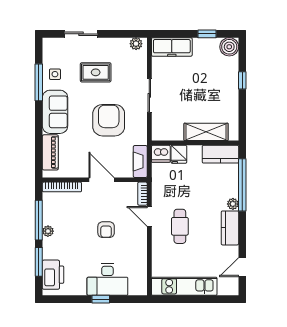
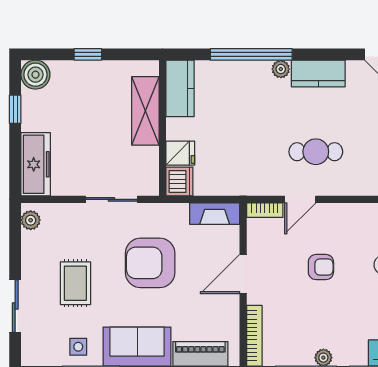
shelving: (206, 132) -> (145, 111), moved
wall: (195, 143) -> (163, 128), moved
dishwasher: (161, 154) -> (179, 181), moved
fridge: (179, 154) -> (180, 153), moved
kitchen counter: (220, 154) -> (180, 88), moved

